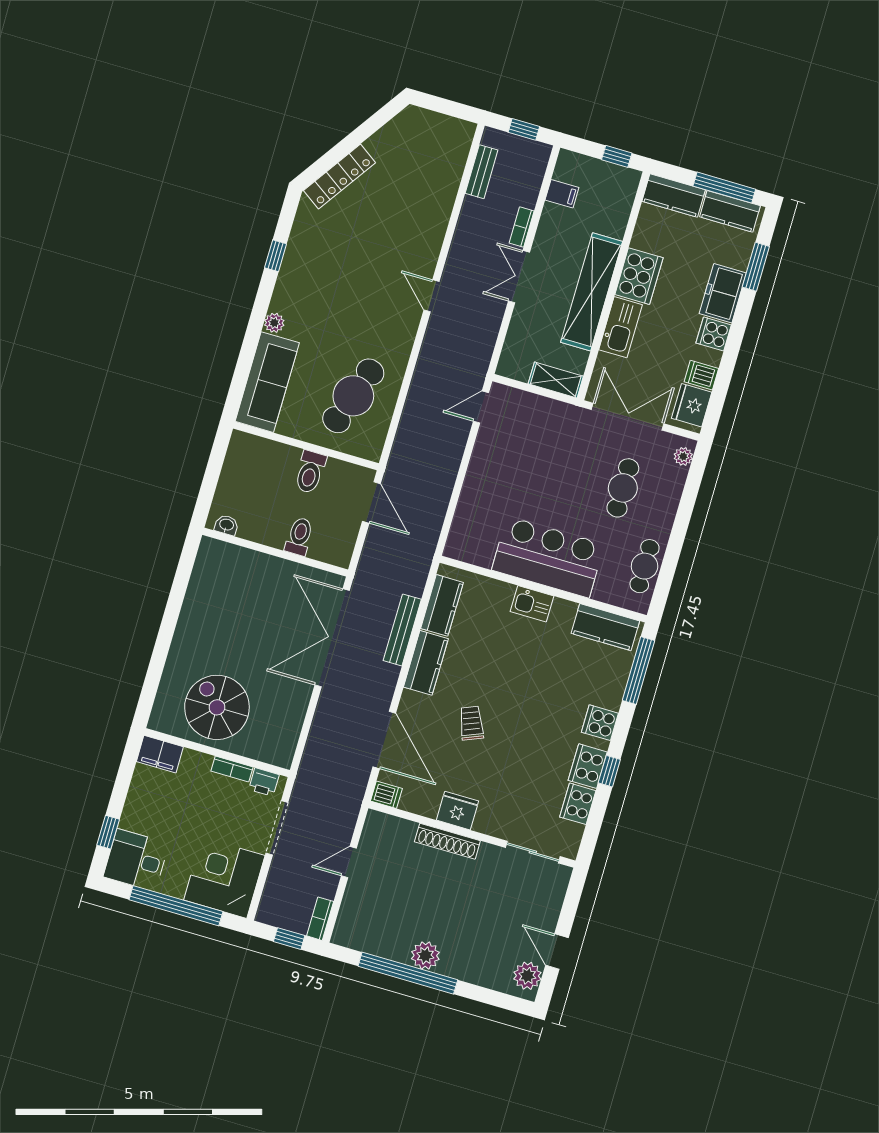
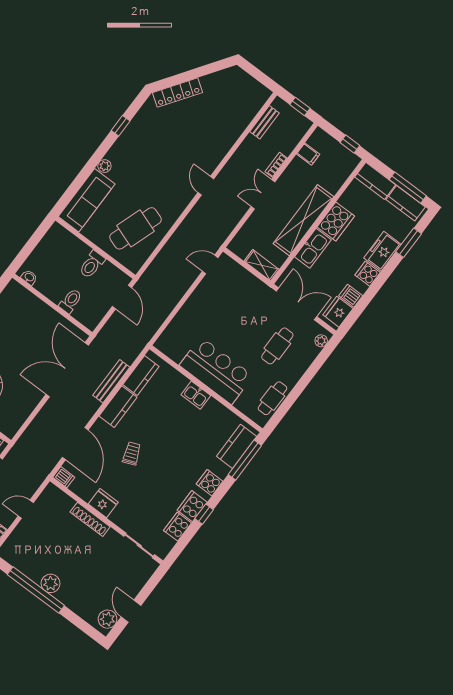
kitchen counter: (605, 627) -> (237, 446), moved, turned 90

